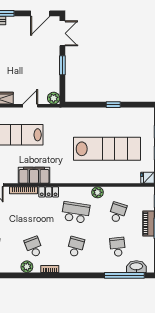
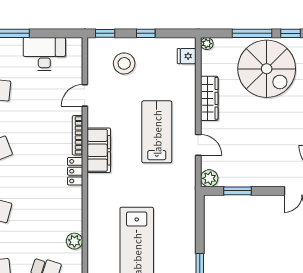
window: (62, 65) -> (238, 191), moved
school desk: (76, 212) -> (46, 210), removed

